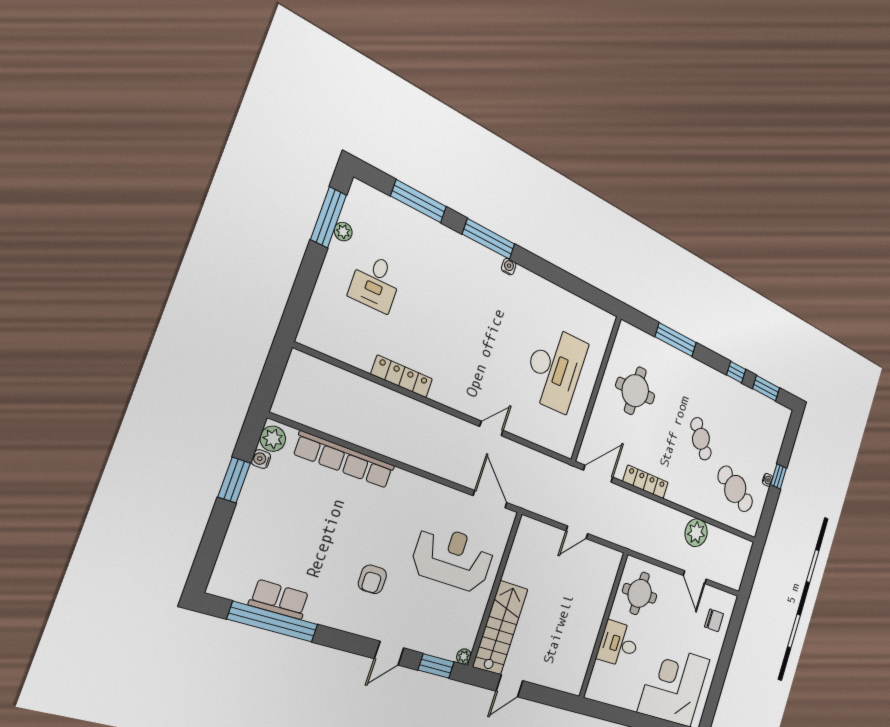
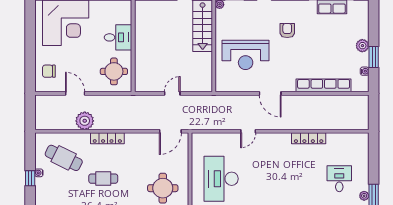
plant: (273, 439) -> (362, 46), moved
cafe table: (701, 439) -> (103, 179), turned -48
locker: (646, 482) -> (107, 138), moved
door: (490, 499) -> (270, 93), moved

